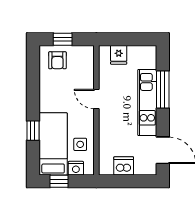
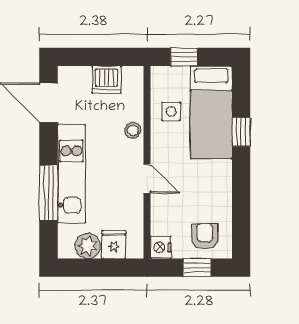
plant: (136, 54) -> (88, 246), added
stool: (106, 132) -> (133, 130), added
nightstand: (76, 168) -> (161, 247), moved, turned -90
window: (59, 181) -> (184, 57), moved

